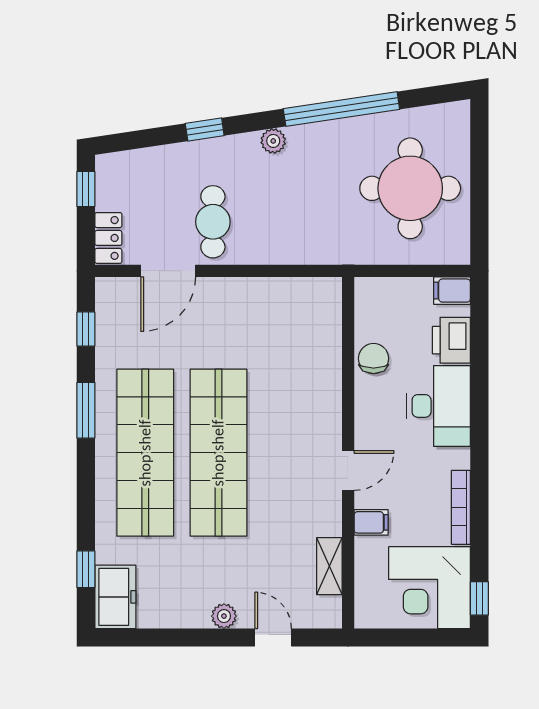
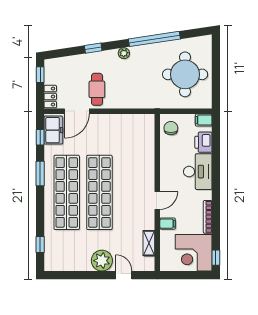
chair: (374, 359) -> (171, 128), moved
freezer: (115, 597) -> (53, 130), moved
plant: (224, 616) -> (102, 261), width x1.87, depth x1.87

